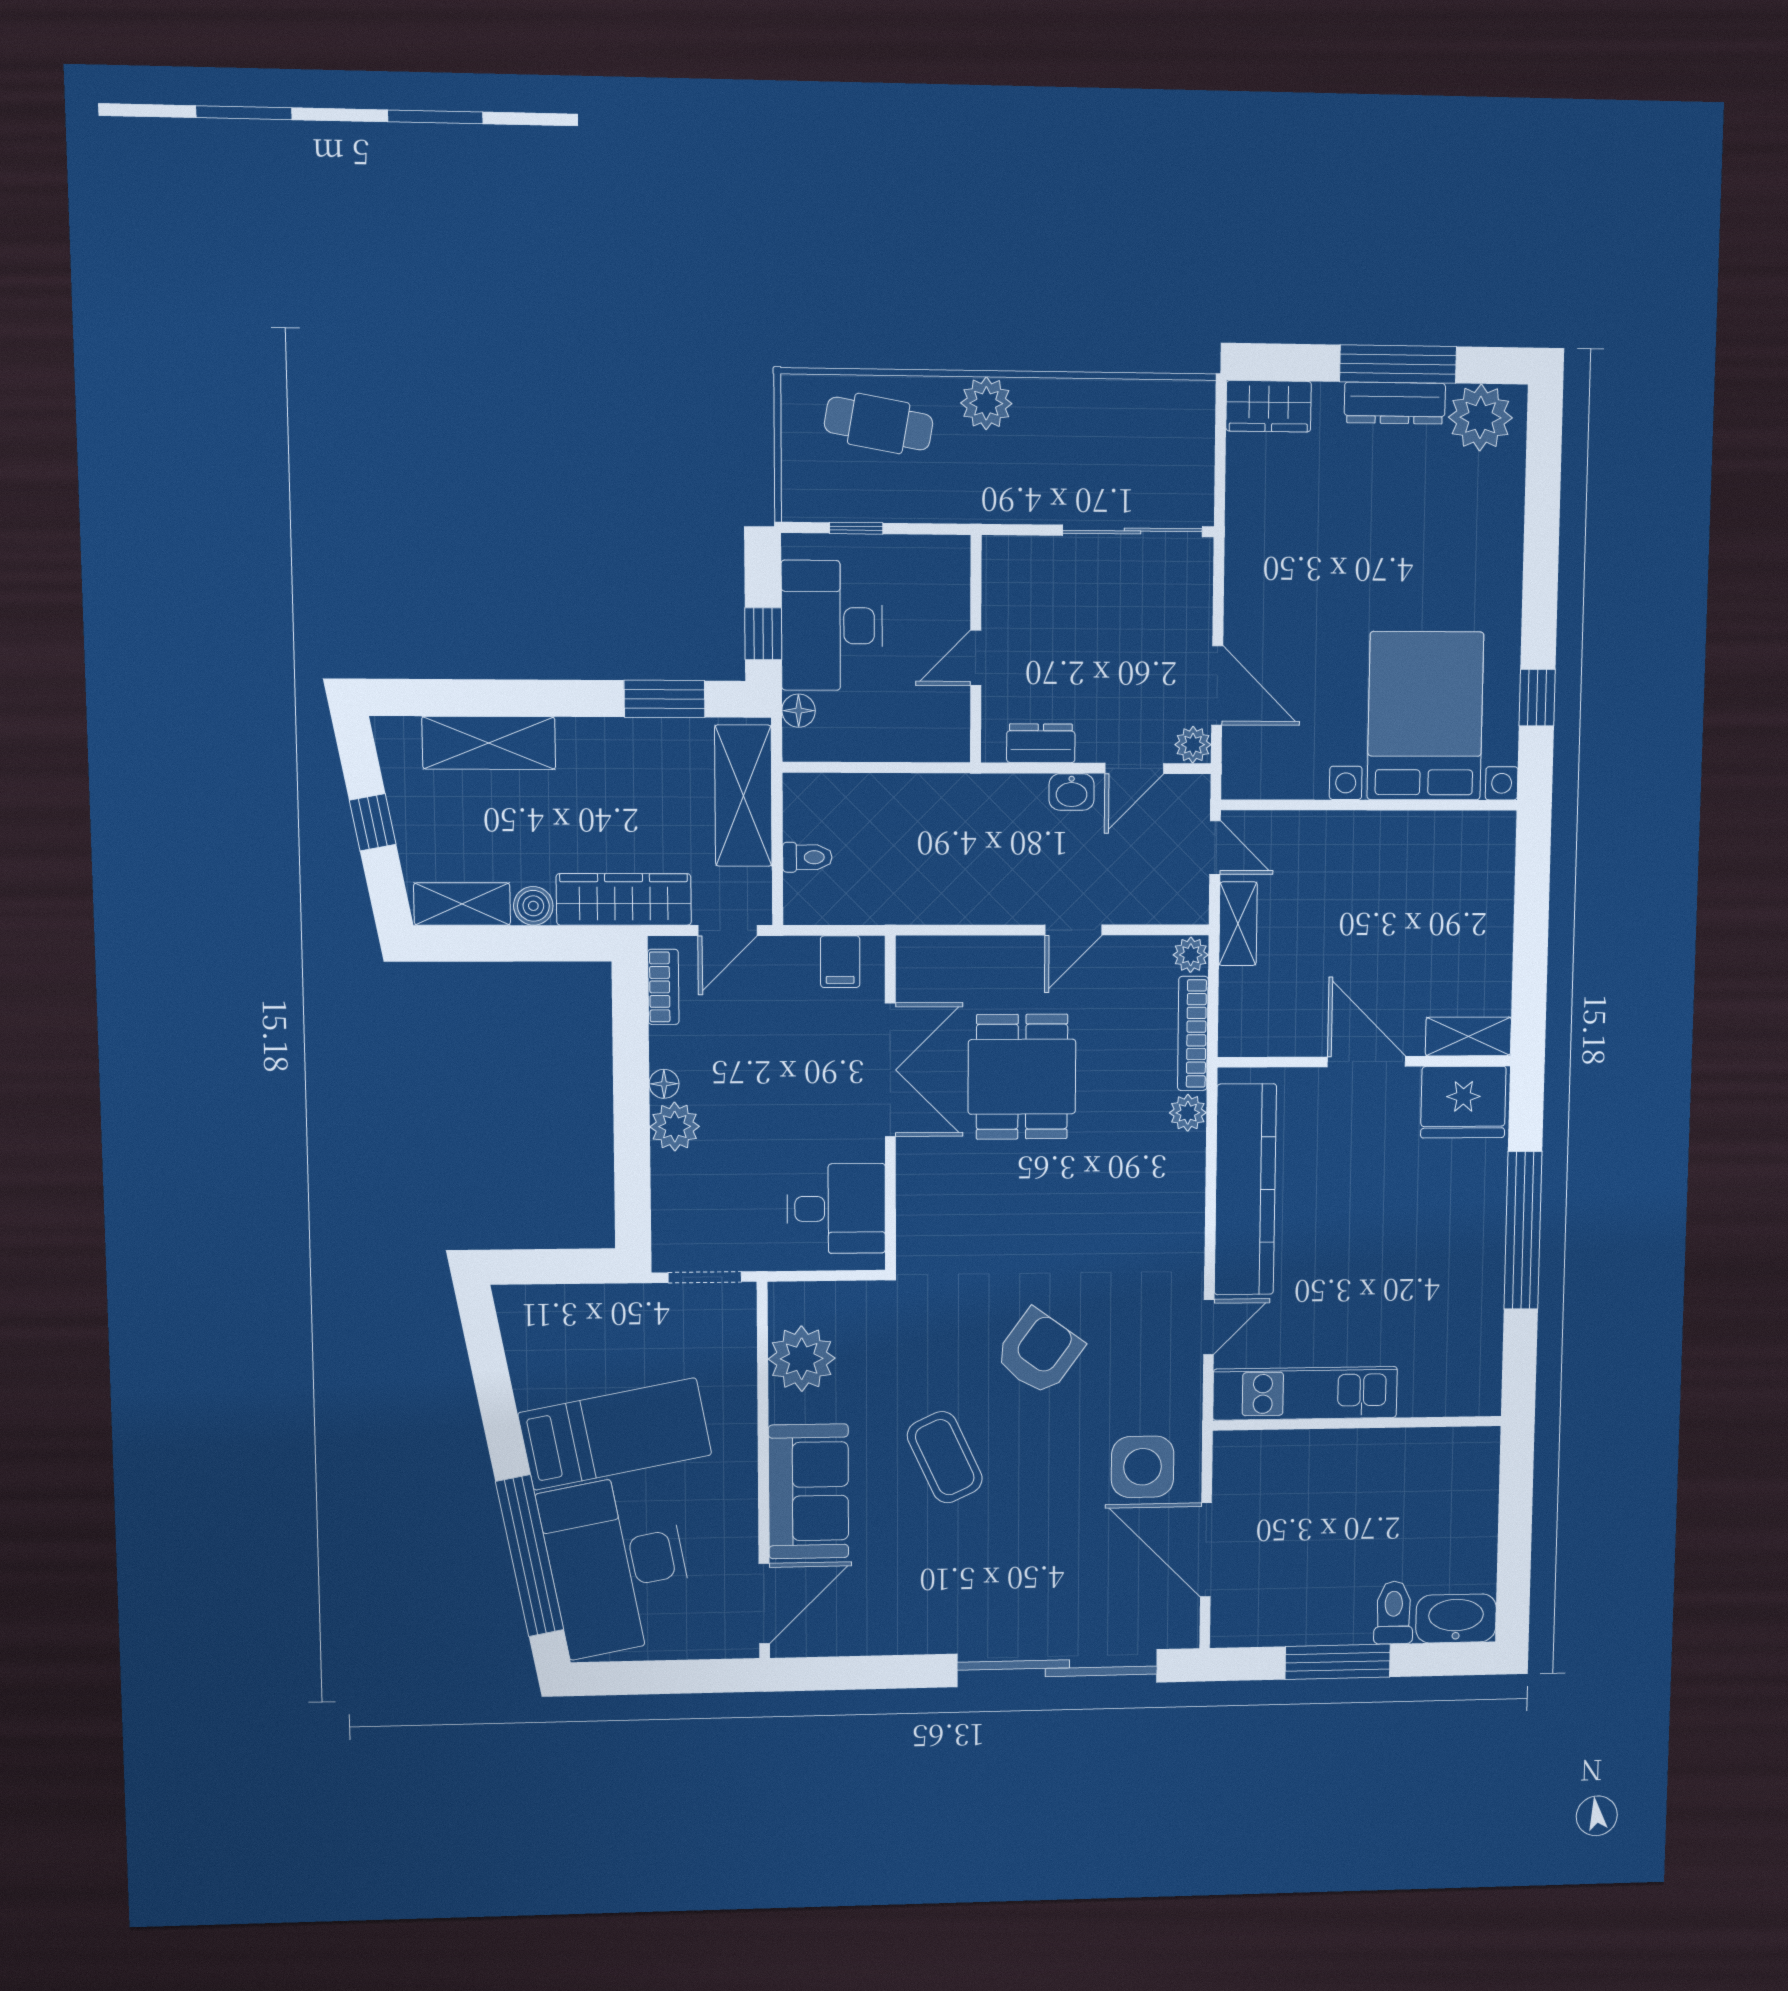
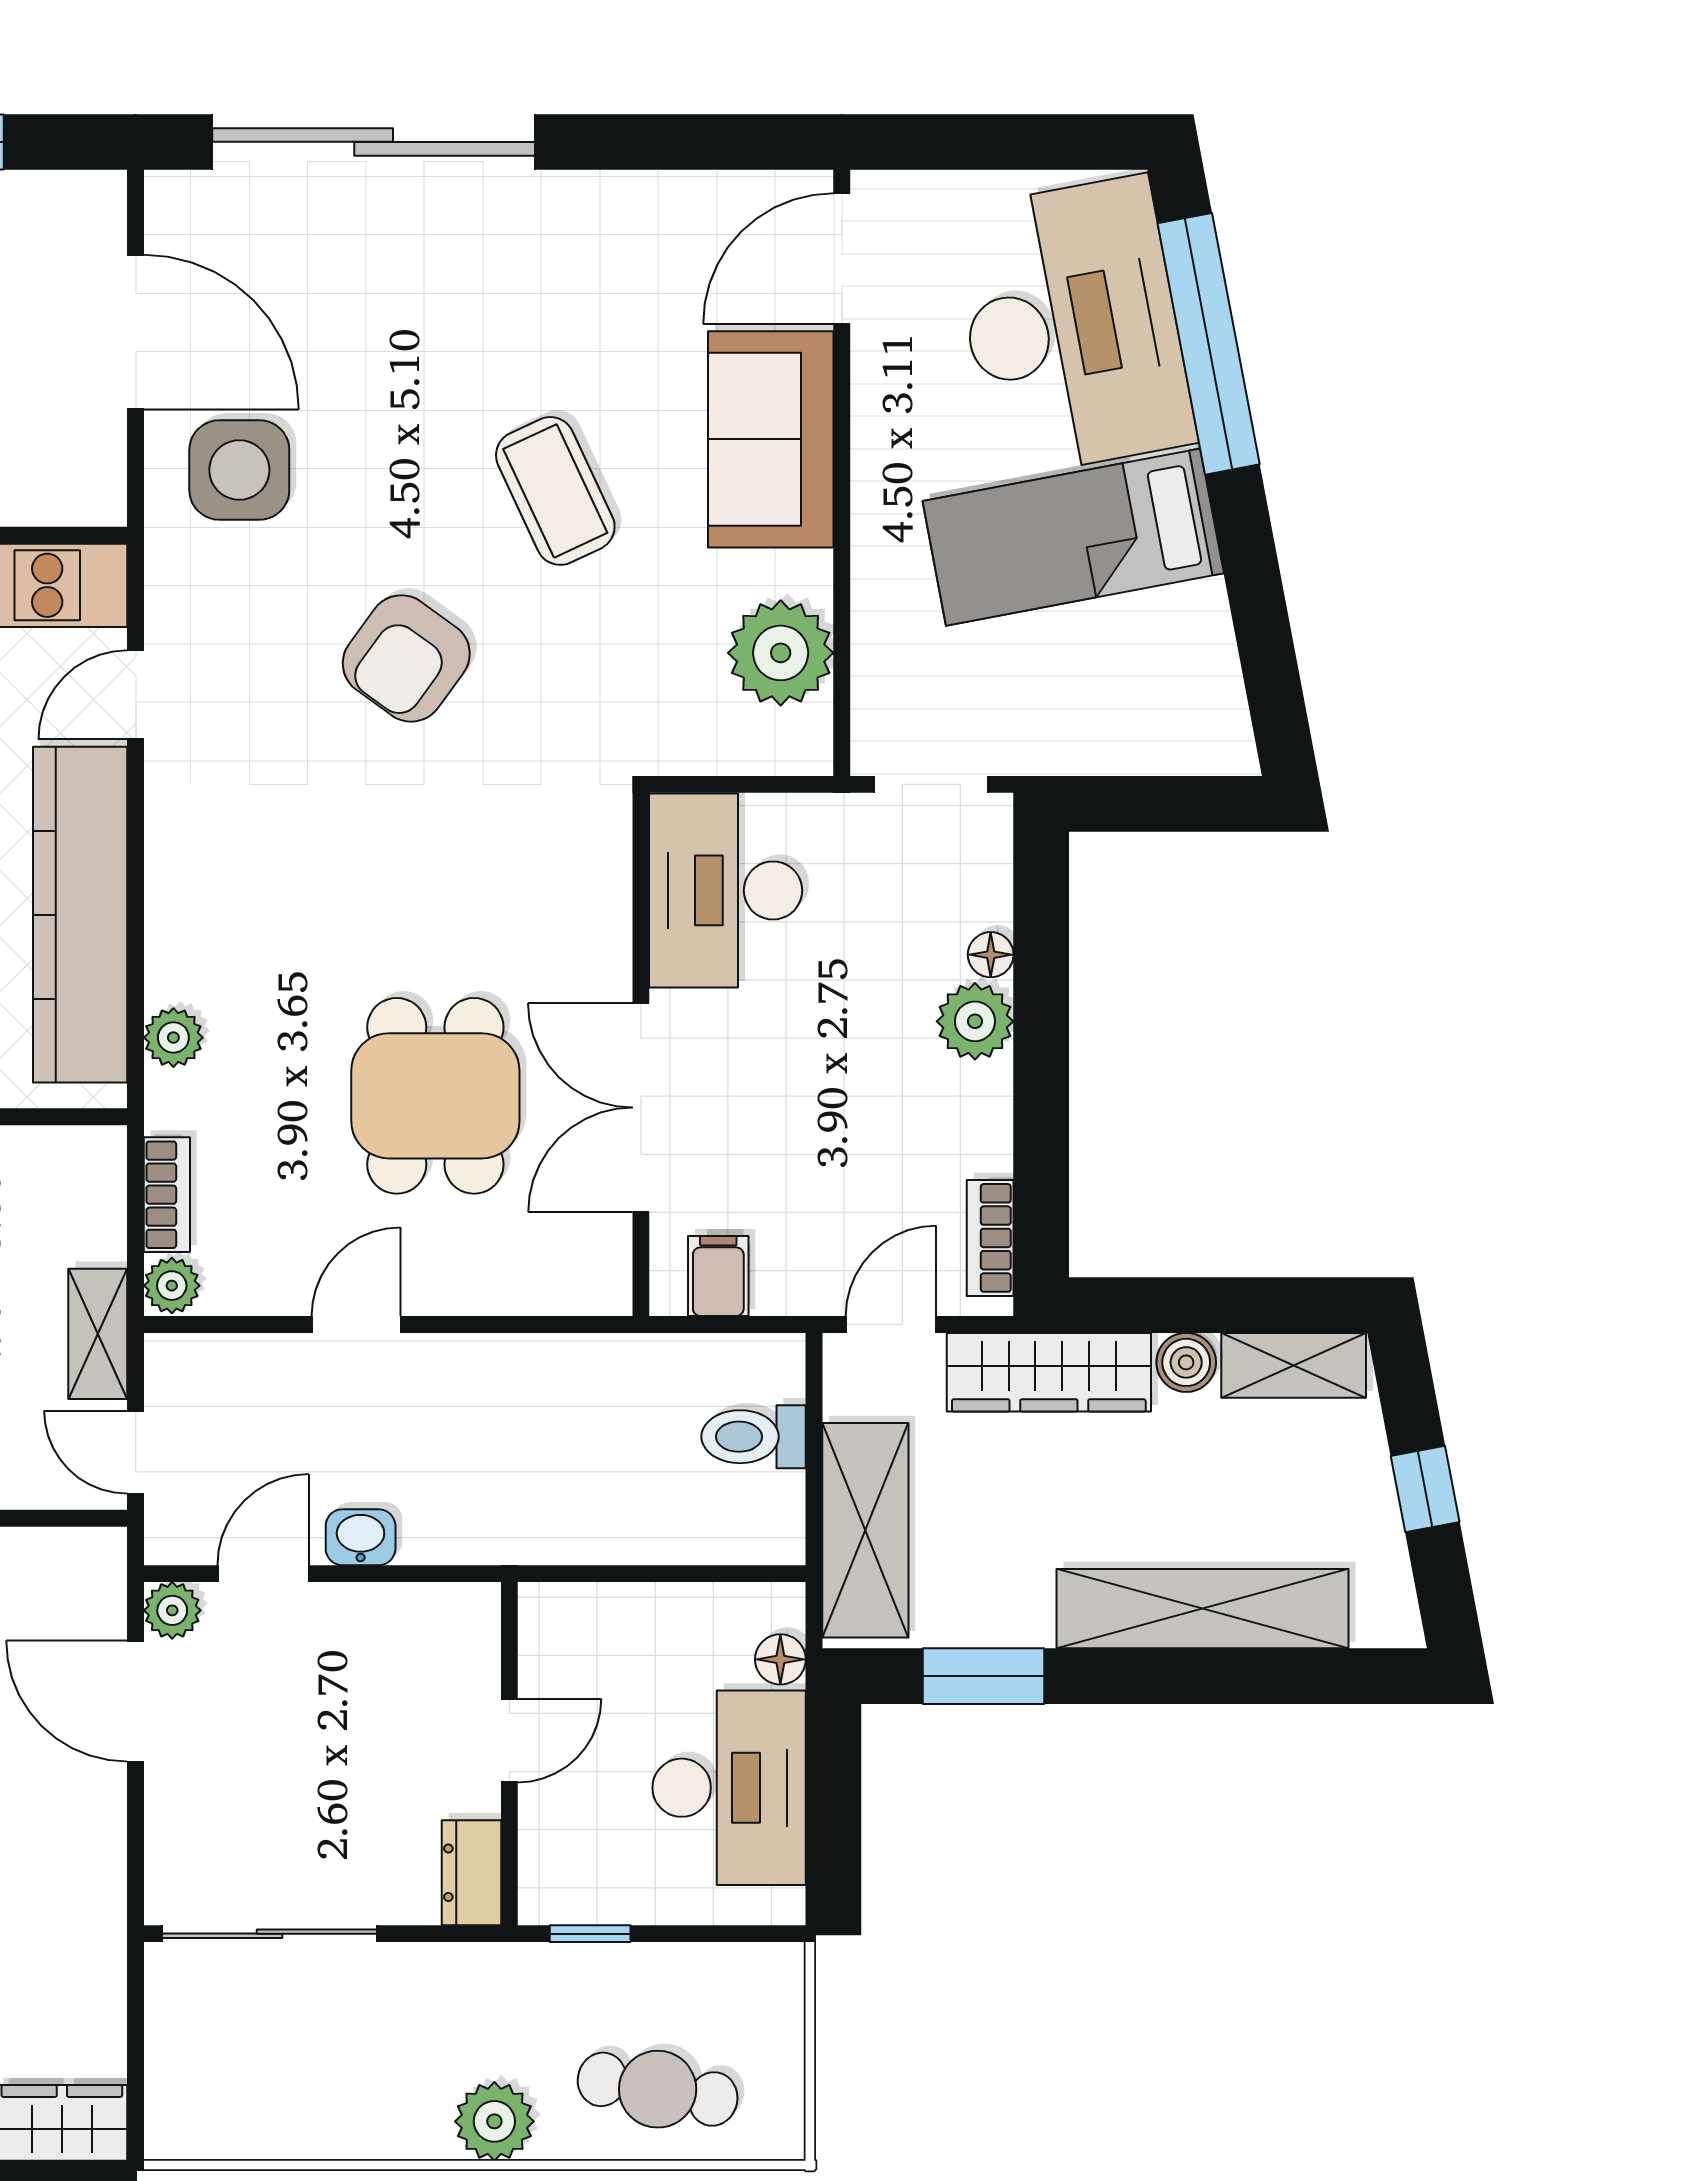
window: (856, 528) -> (590, 1934), moved
window: (763, 634) -> (833, 1775), removed
shelving: (489, 743) -> (1203, 1609), width x1.47
dresser: (1041, 743) -> (471, 1873), moved, turned 90
toilet: (807, 857) -> (754, 1437), width x1.37, depth x1.39
bookcase: (1193, 1033) -> (167, 1195), width x0.64
floor lamp: (664, 1084) -> (991, 955), moved
desk: (836, 1209) -> (726, 890), width x1.37

